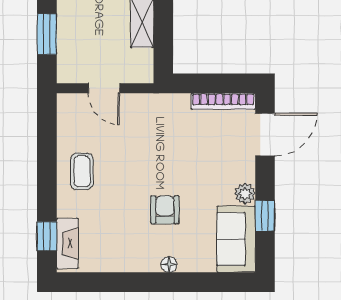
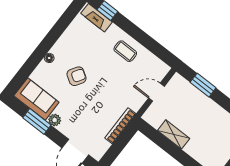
bookcase: (223, 101) -> (120, 126), moved
armchair: (165, 210) -> (77, 76), turned -57
window: (265, 216) -> (37, 121), width x1.50

